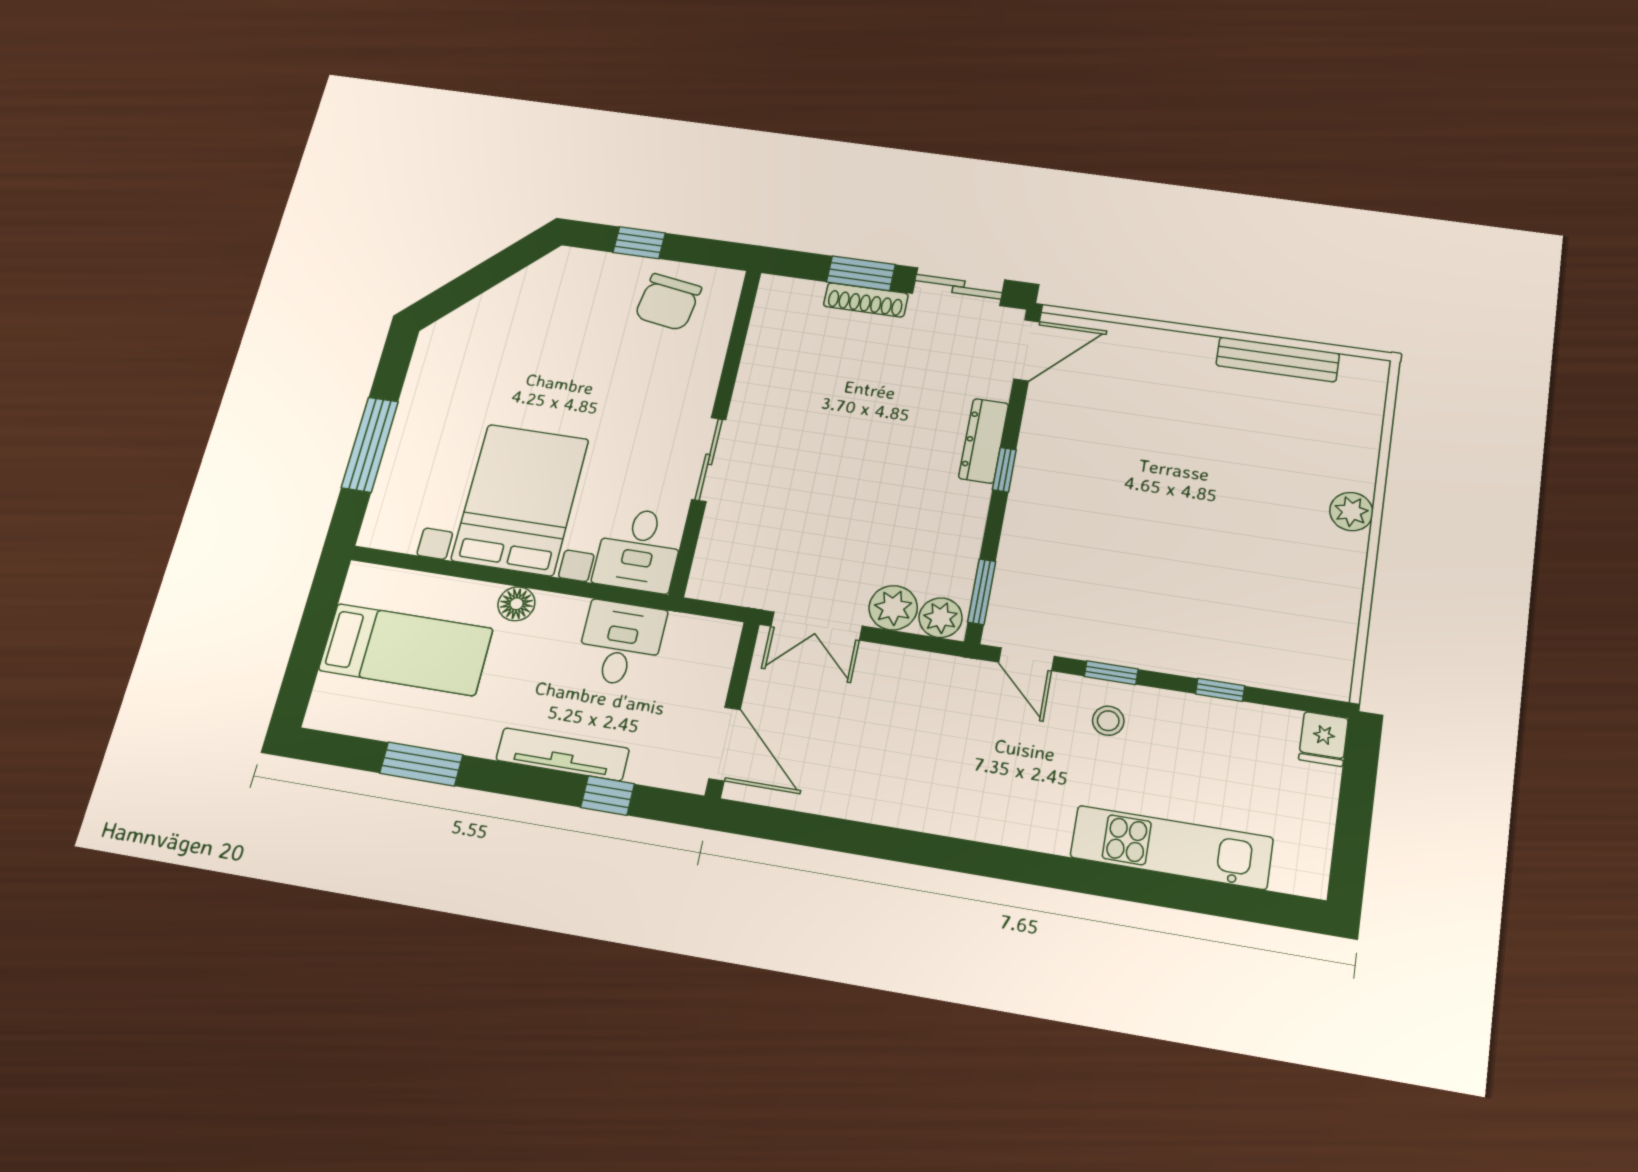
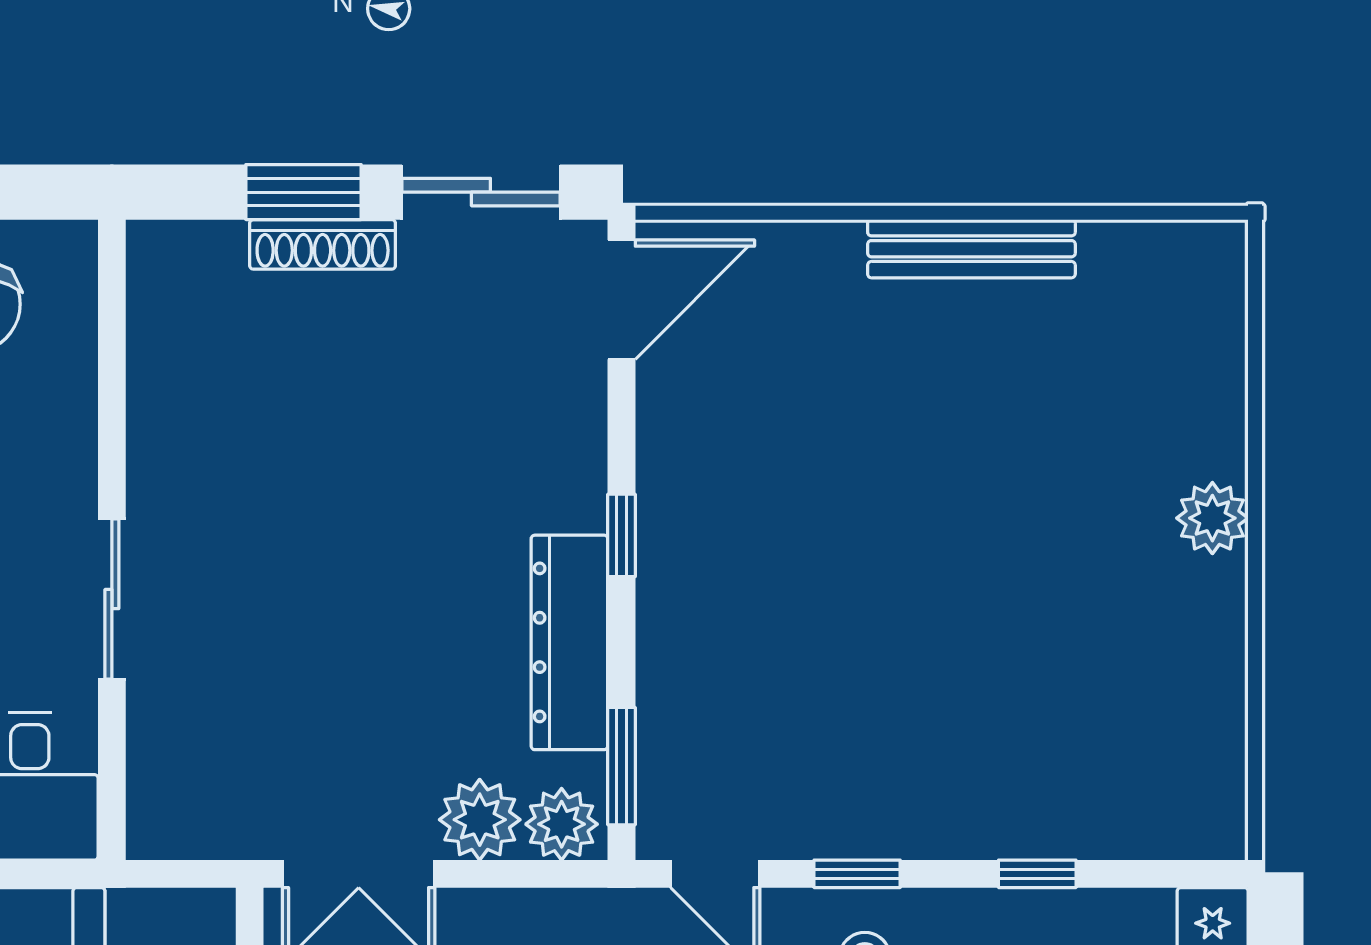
bench: (1278, 359) -> (971, 249), moved
dresser: (984, 441) -> (569, 642), moved, width x1.37, depth x1.24

